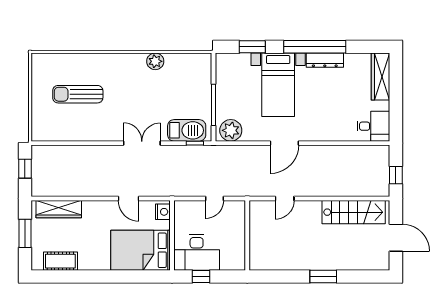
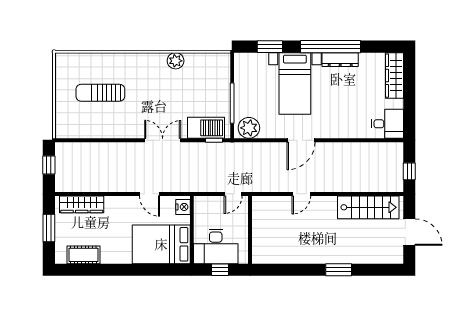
wall: (247, 235) -> (250, 230), moved

